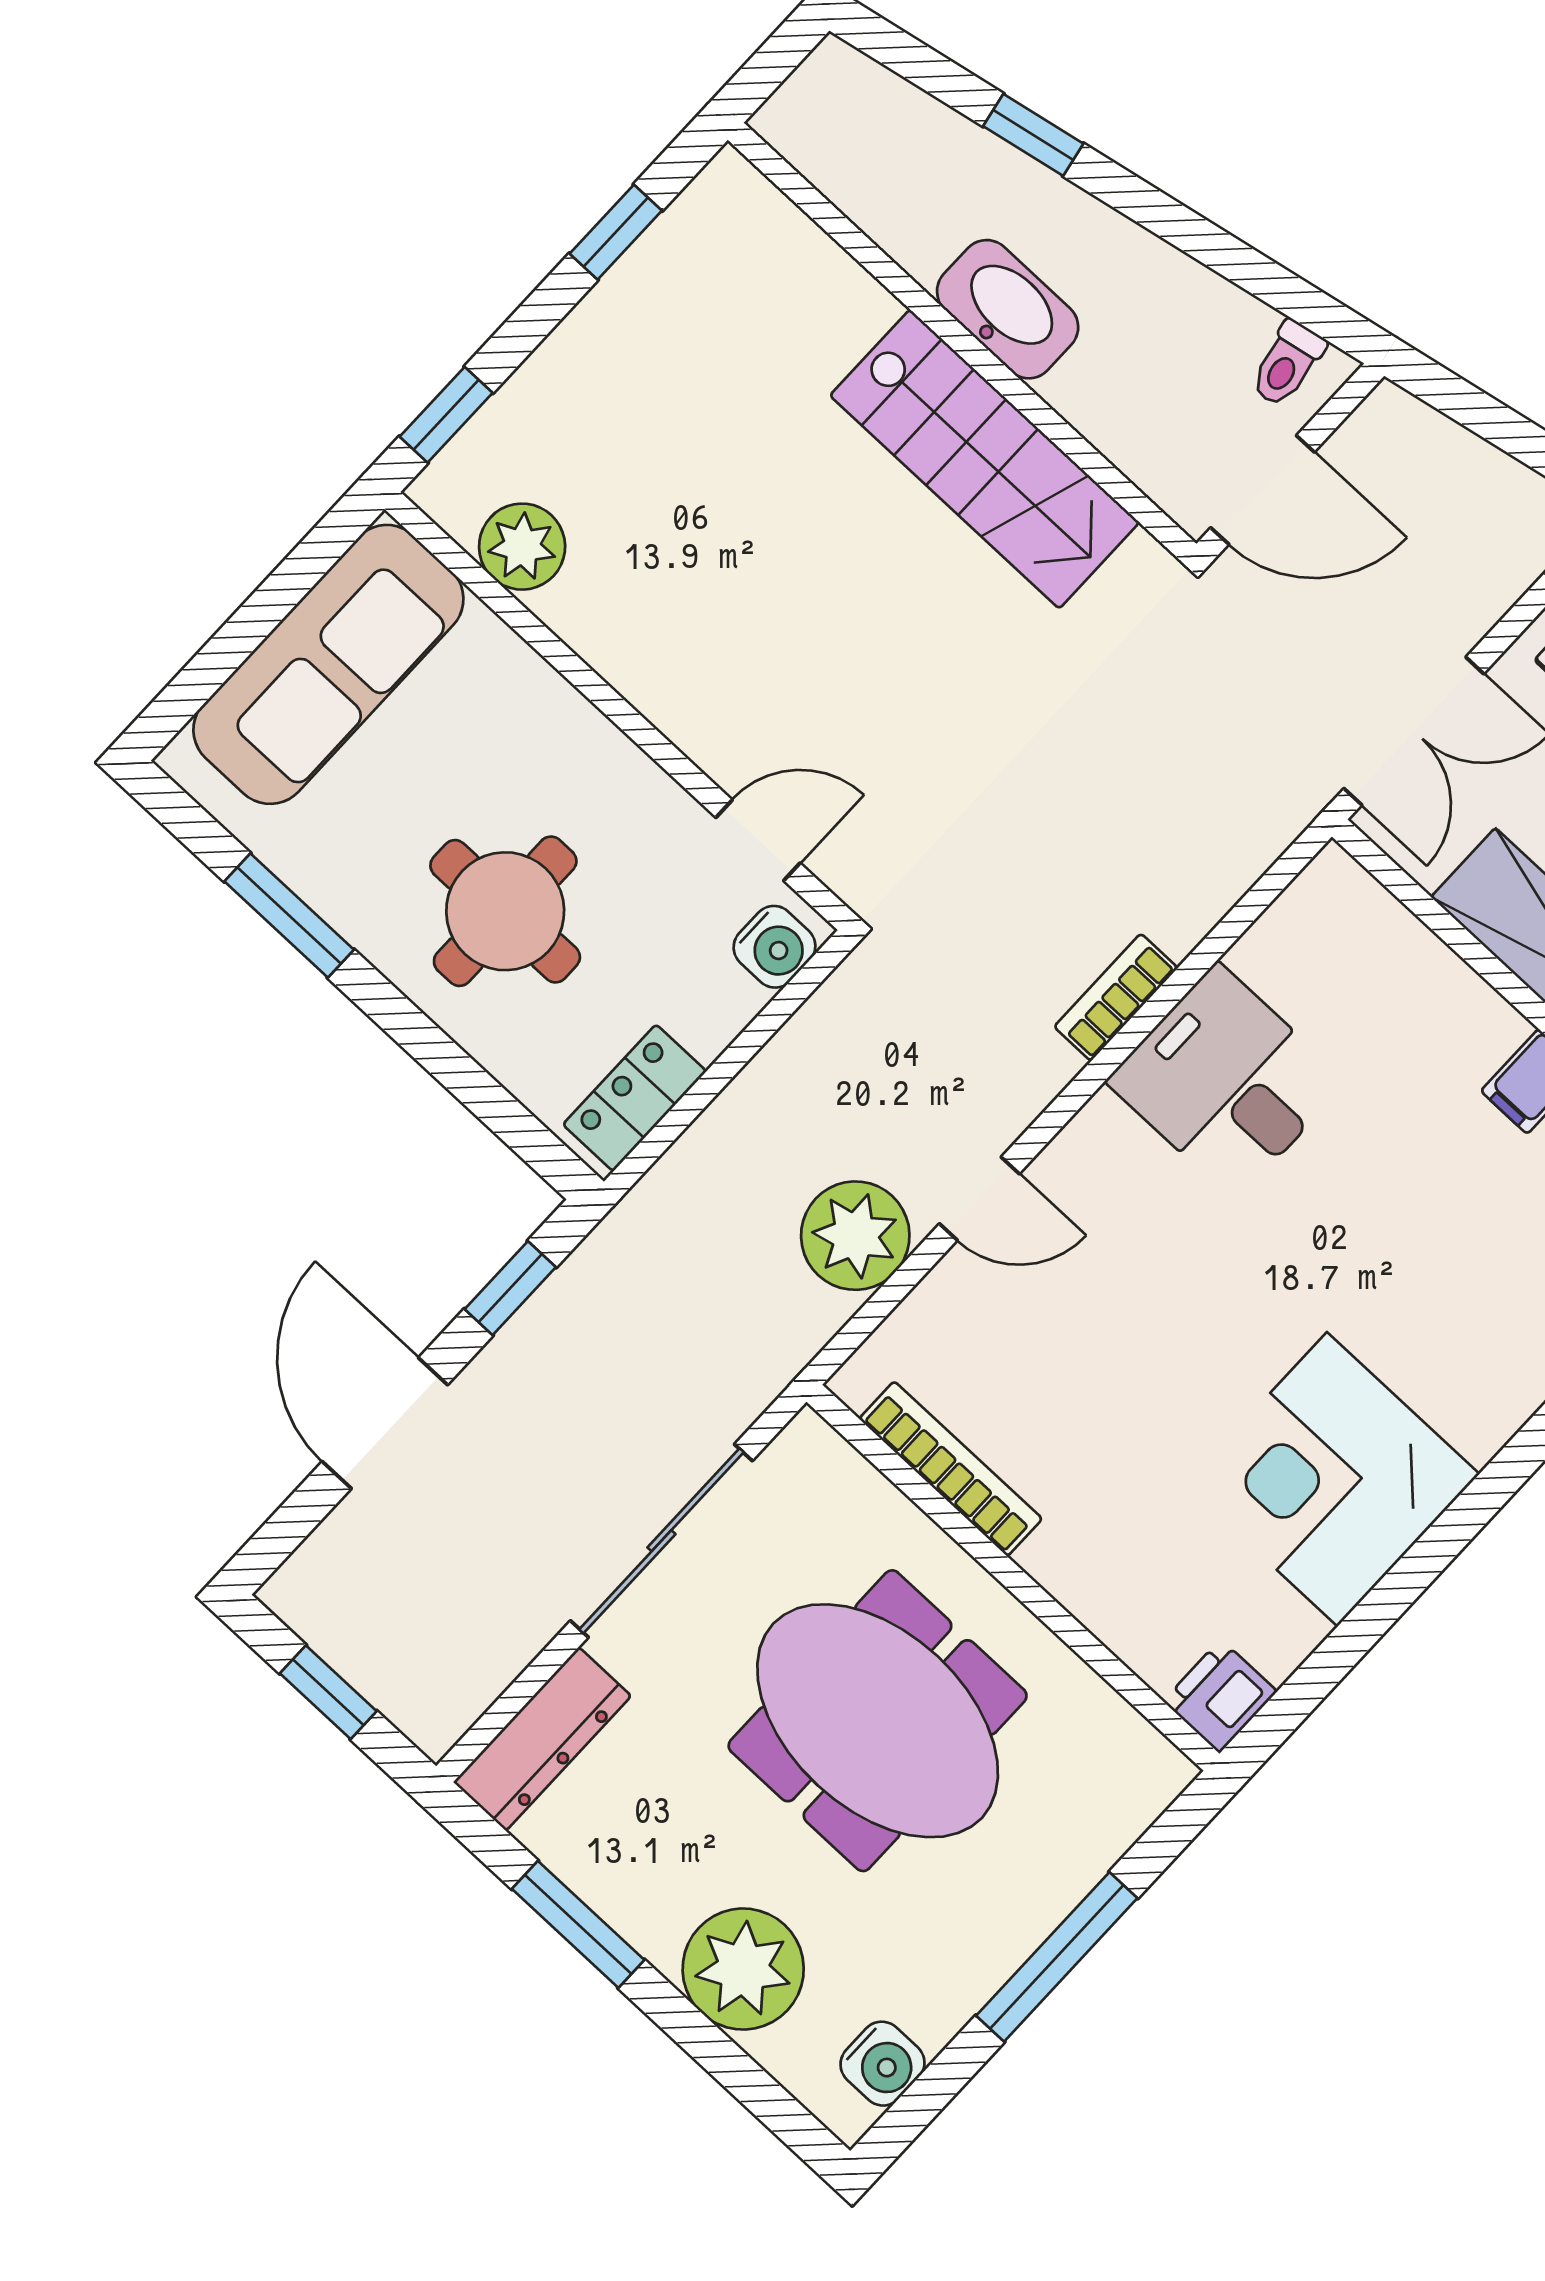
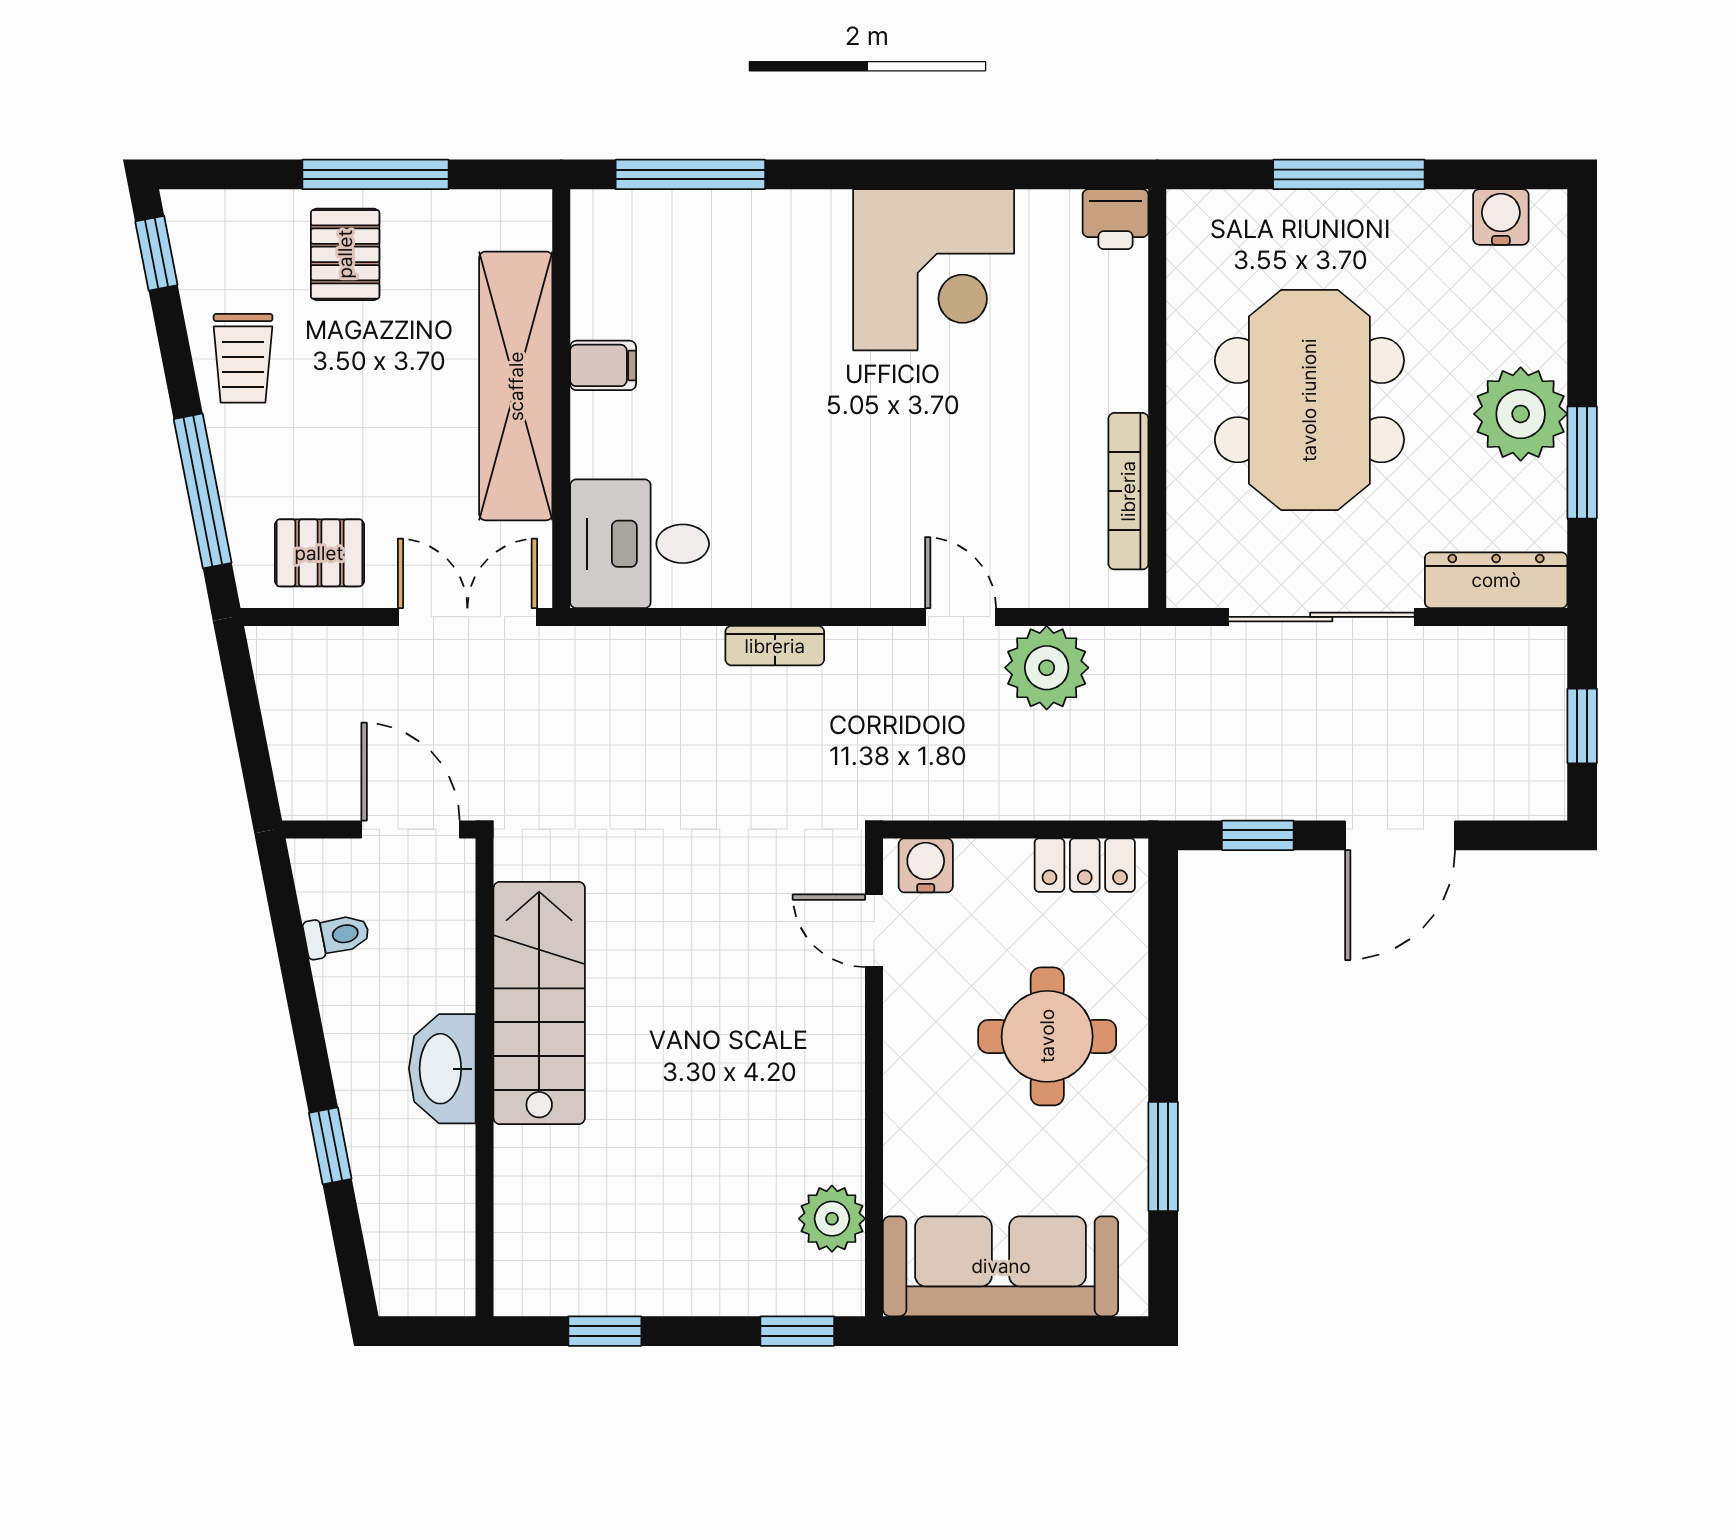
toilet: (1287, 364) -> (337, 935), moved
desk: (1226, 1082) -> (640, 544), moved, turned 90
plant: (743, 1969) -> (1521, 414), moved

